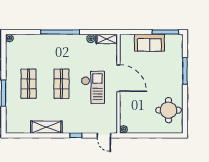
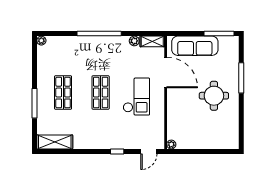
sofa: (150, 43) -> (195, 46), width x1.36
door: (118, 78) -> (166, 72), moved
round table: (169, 110) -> (214, 96), moved
shelving: (46, 127) -> (55, 142), moved
door: (104, 135) -> (149, 151), hinge flipped

